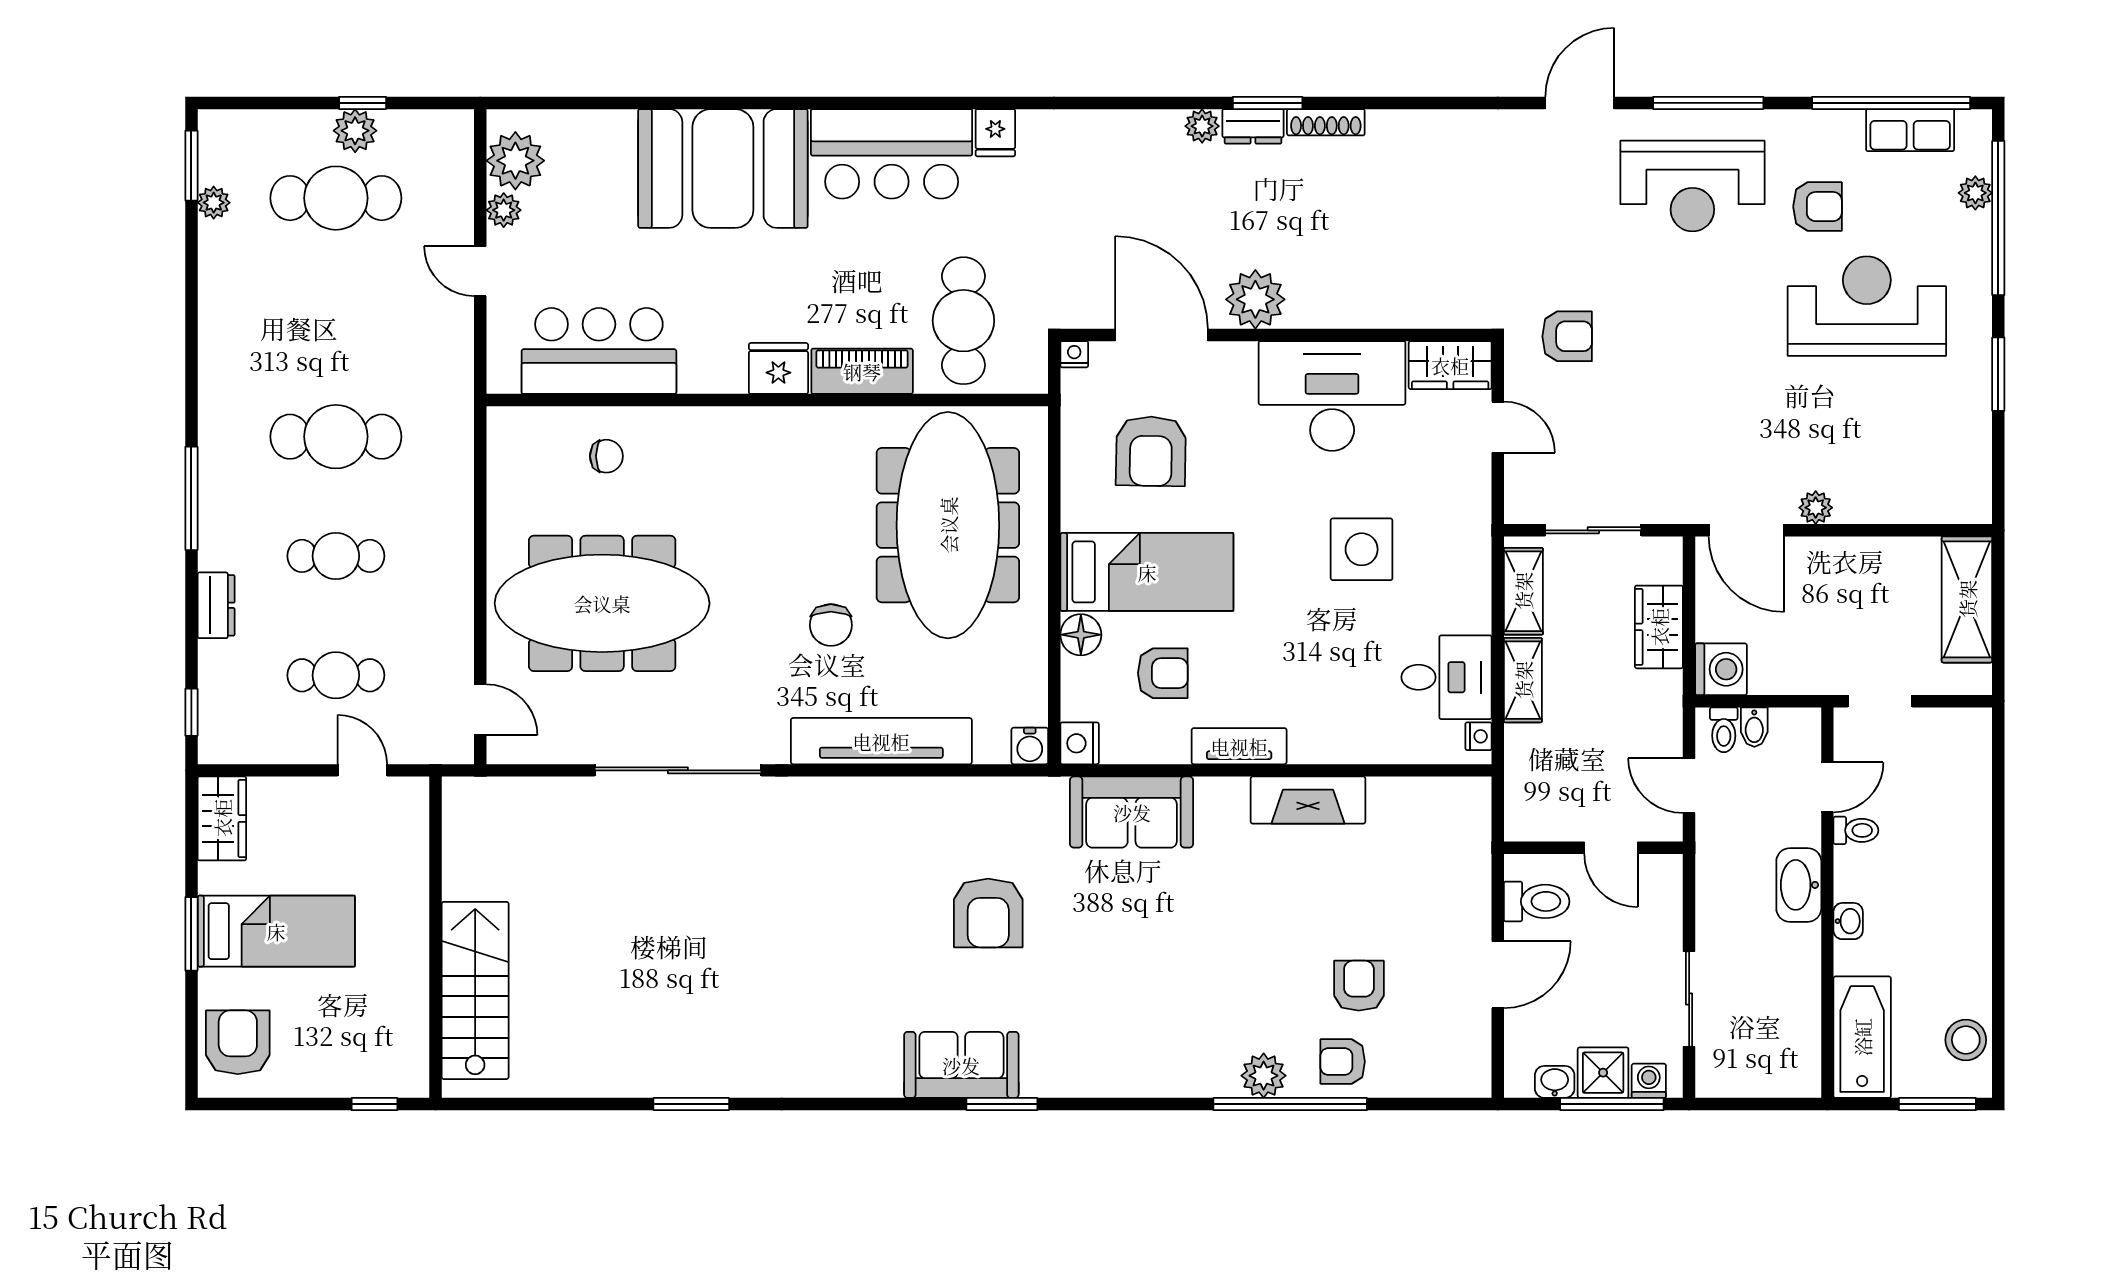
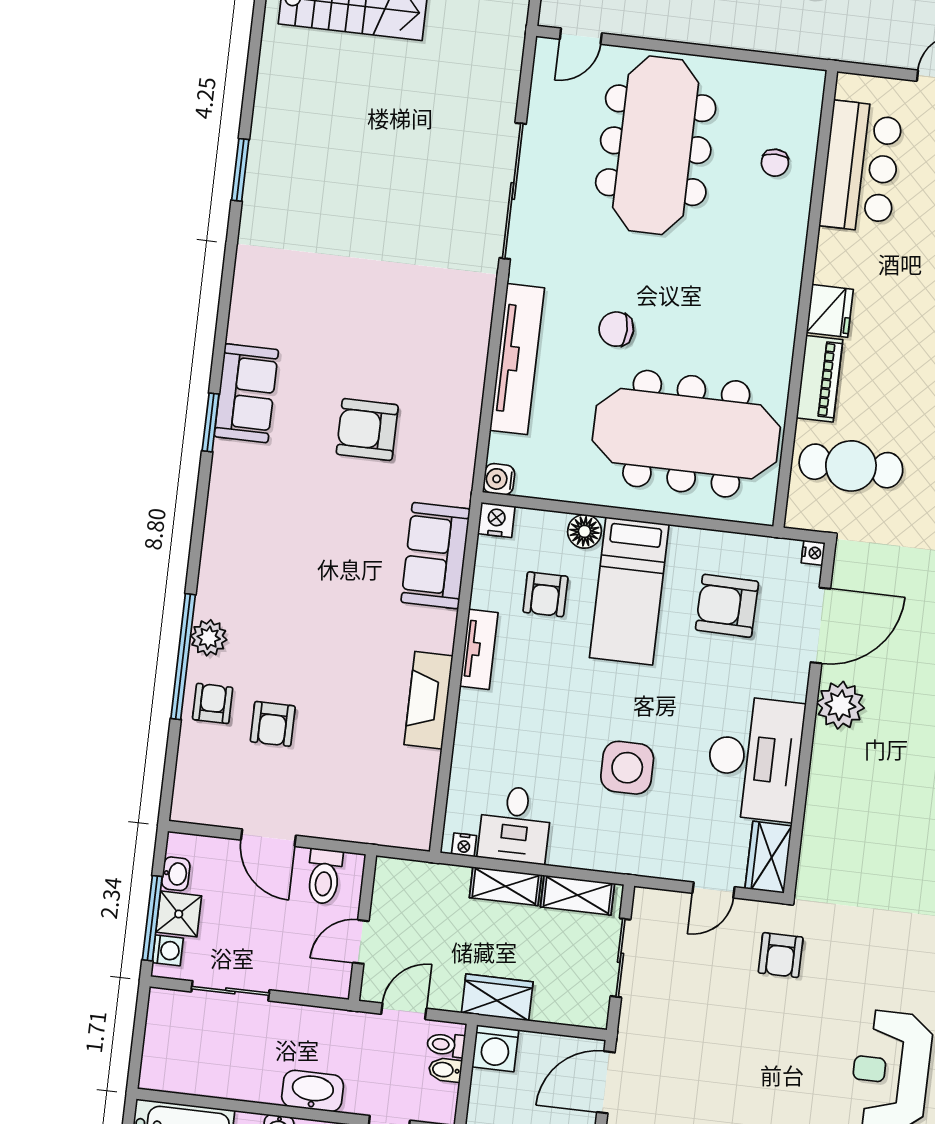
wardrobe: (1659, 627) -> (497, 997), moved
armchair: (1359, 986) -> (273, 724), turned 90

